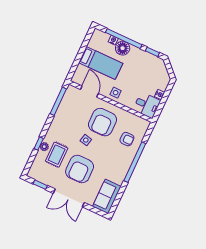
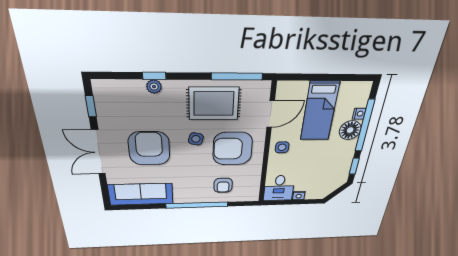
rug: (57, 155) -> (214, 104), moved, width x1.36, depth x1.43
armchair: (80, 169) -> (149, 148), turned 90
sofa: (107, 196) -> (141, 194), width x1.36

